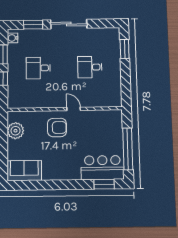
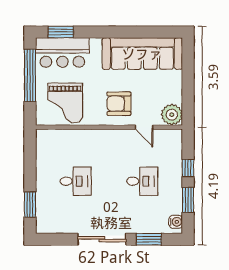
door: (74, 109) -> (144, 127), moved
grand piano: (99, 128) -> (65, 103), added
plant: (16, 131) -> (172, 115), moved
sofa: (24, 171) -> (142, 54), width x1.85, depth x1.27

